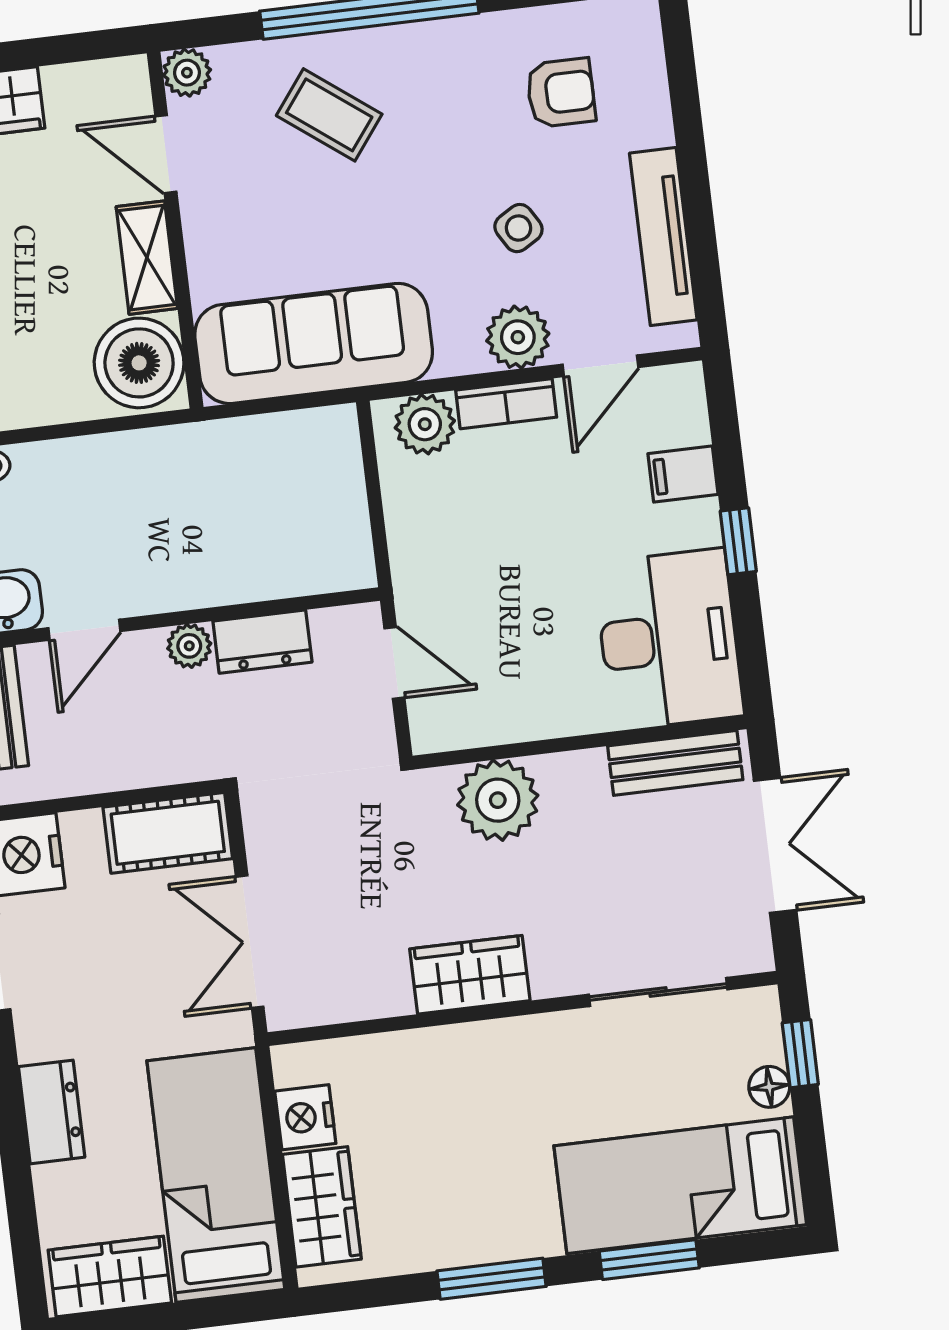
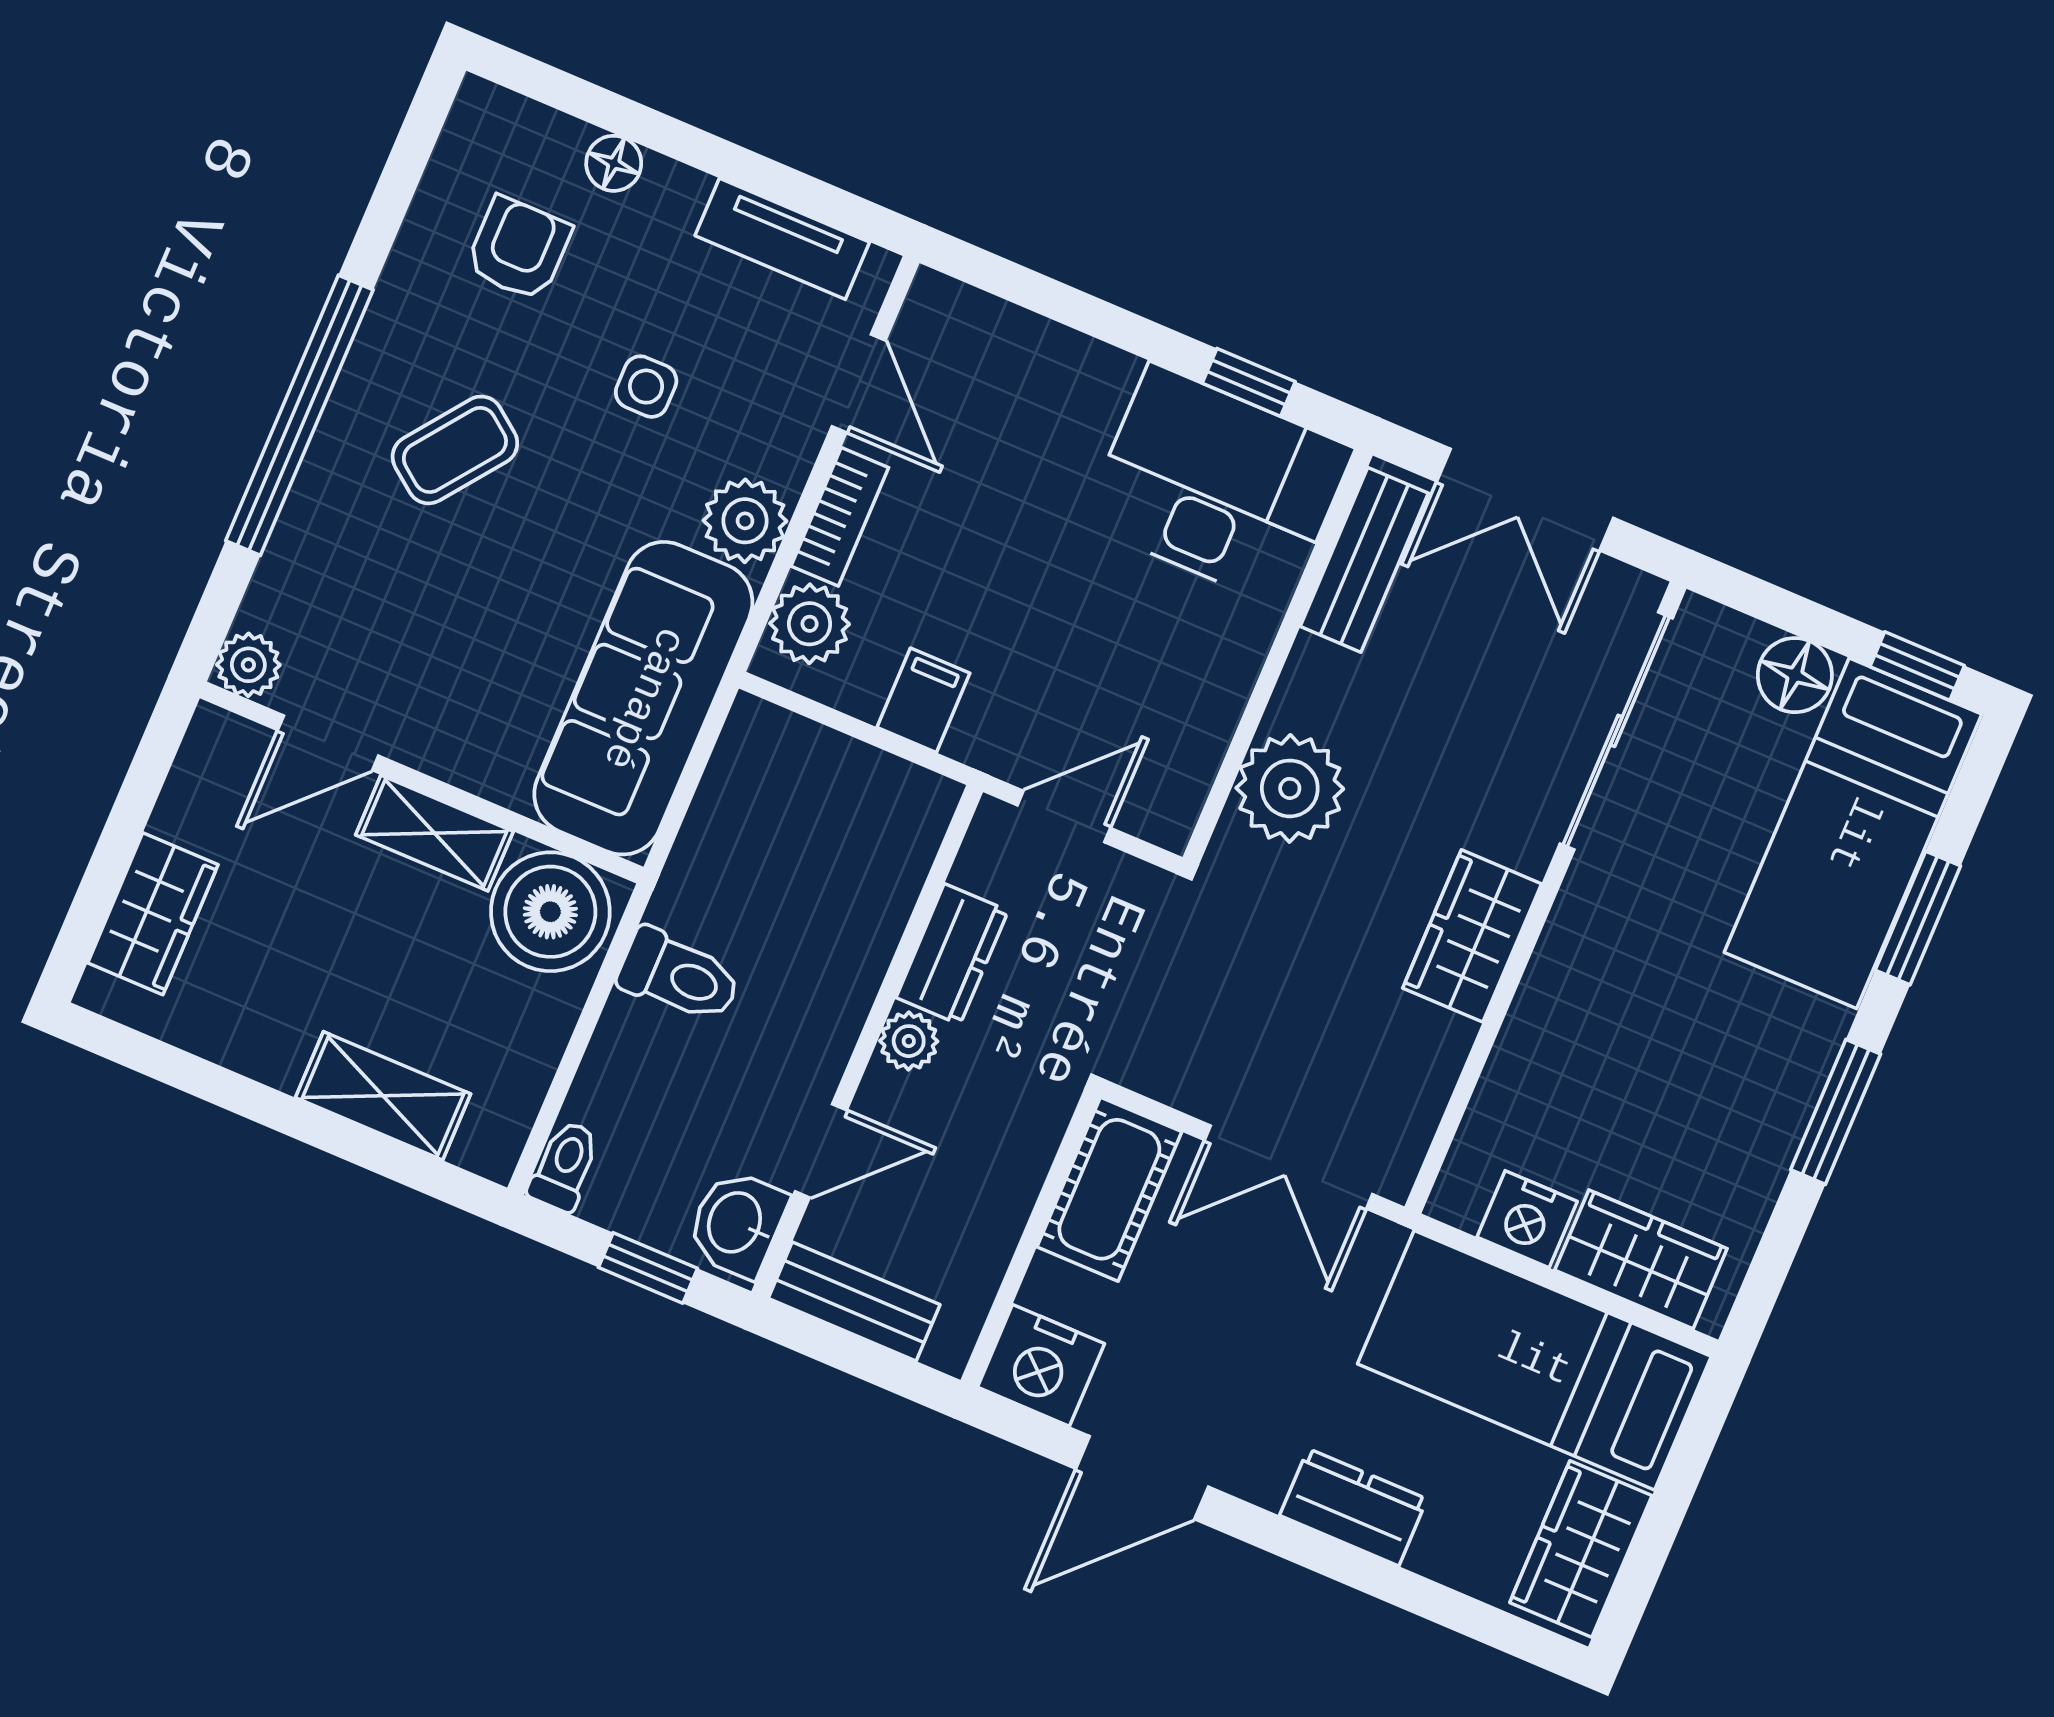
coffee table: (329, 115) -> (455, 450), moved
floor lamp: (652, 123) -> (614, 163), added
side table: (518, 228) -> (646, 387), turned 31
tv unit: (663, 237) -> (782, 239), width x0.71
plant: (518, 337) -> (745, 521), moved
toilet: (146, 471) -> (679, 976), added
filing cabinet: (683, 474) -> (923, 700), moved, turned 180
window: (738, 541) -> (1249, 382), moved
door: (84, 630) -> (821, 1151), hinge flipped
double door: (775, 845) -> (1525, 500), swing flipped
sliding door: (658, 992) -> (1616, 731), width x1.37
window: (800, 1054) -> (1917, 666), moved
floor lamp: (769, 1087) -> (1795, 675), width x1.37, depth x1.37

